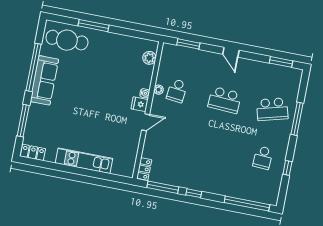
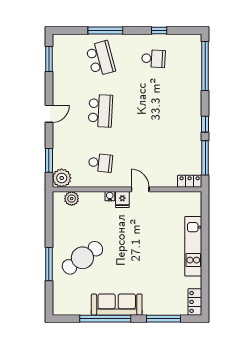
cafe table: (67, 40) -> (82, 258), moved, turned 55
plant: (159, 90) -> (62, 178), moved, width x1.88, depth x1.88

